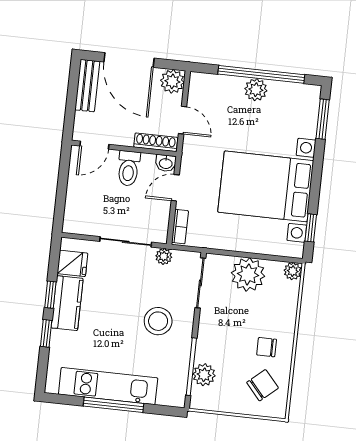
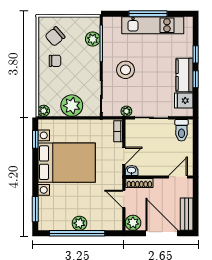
toilet: (129, 168) -> (181, 130), moved, turned 180

